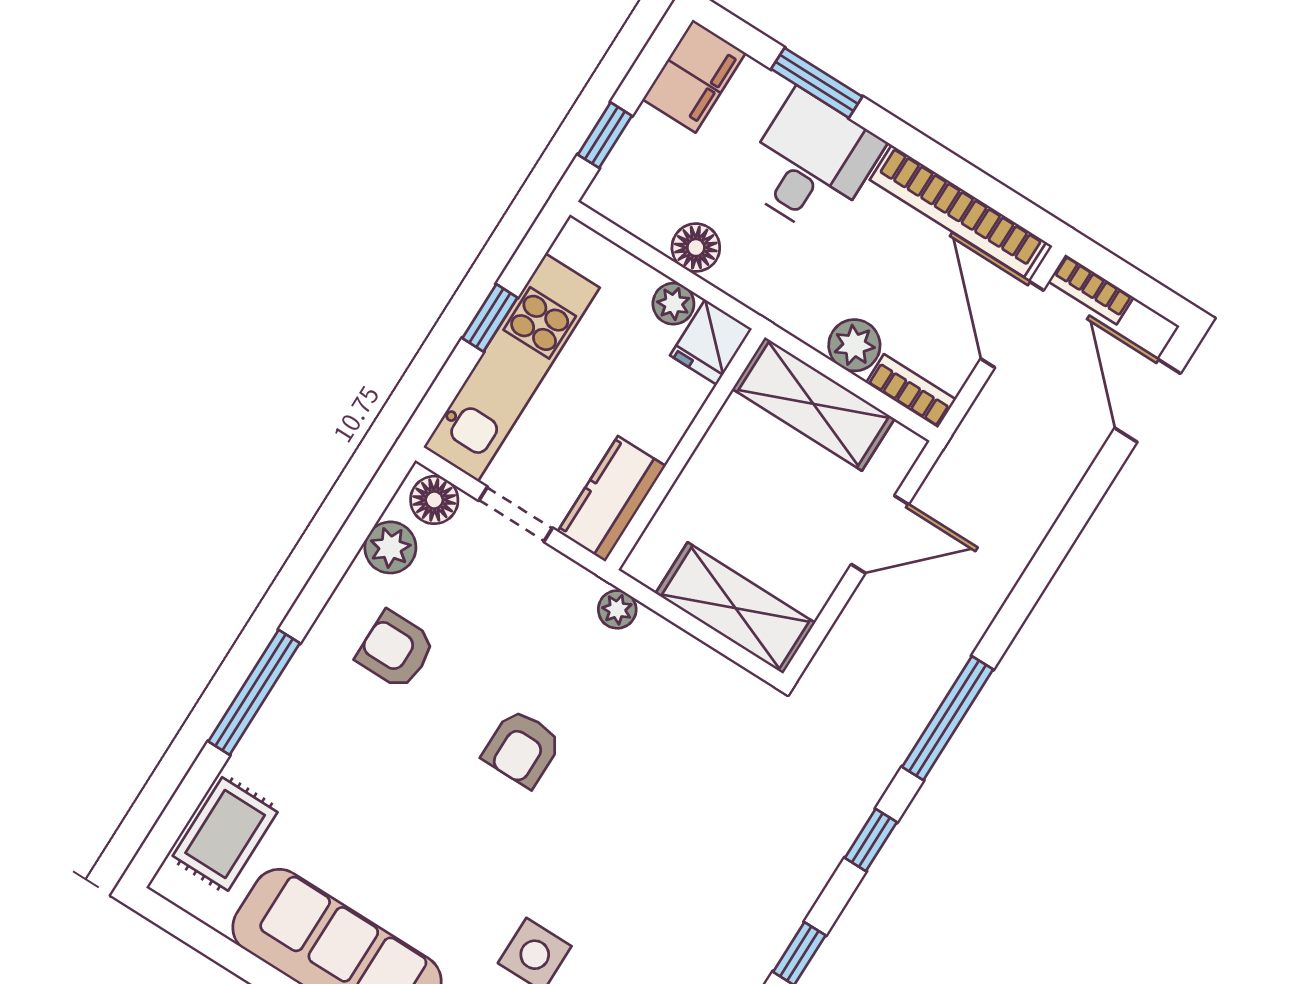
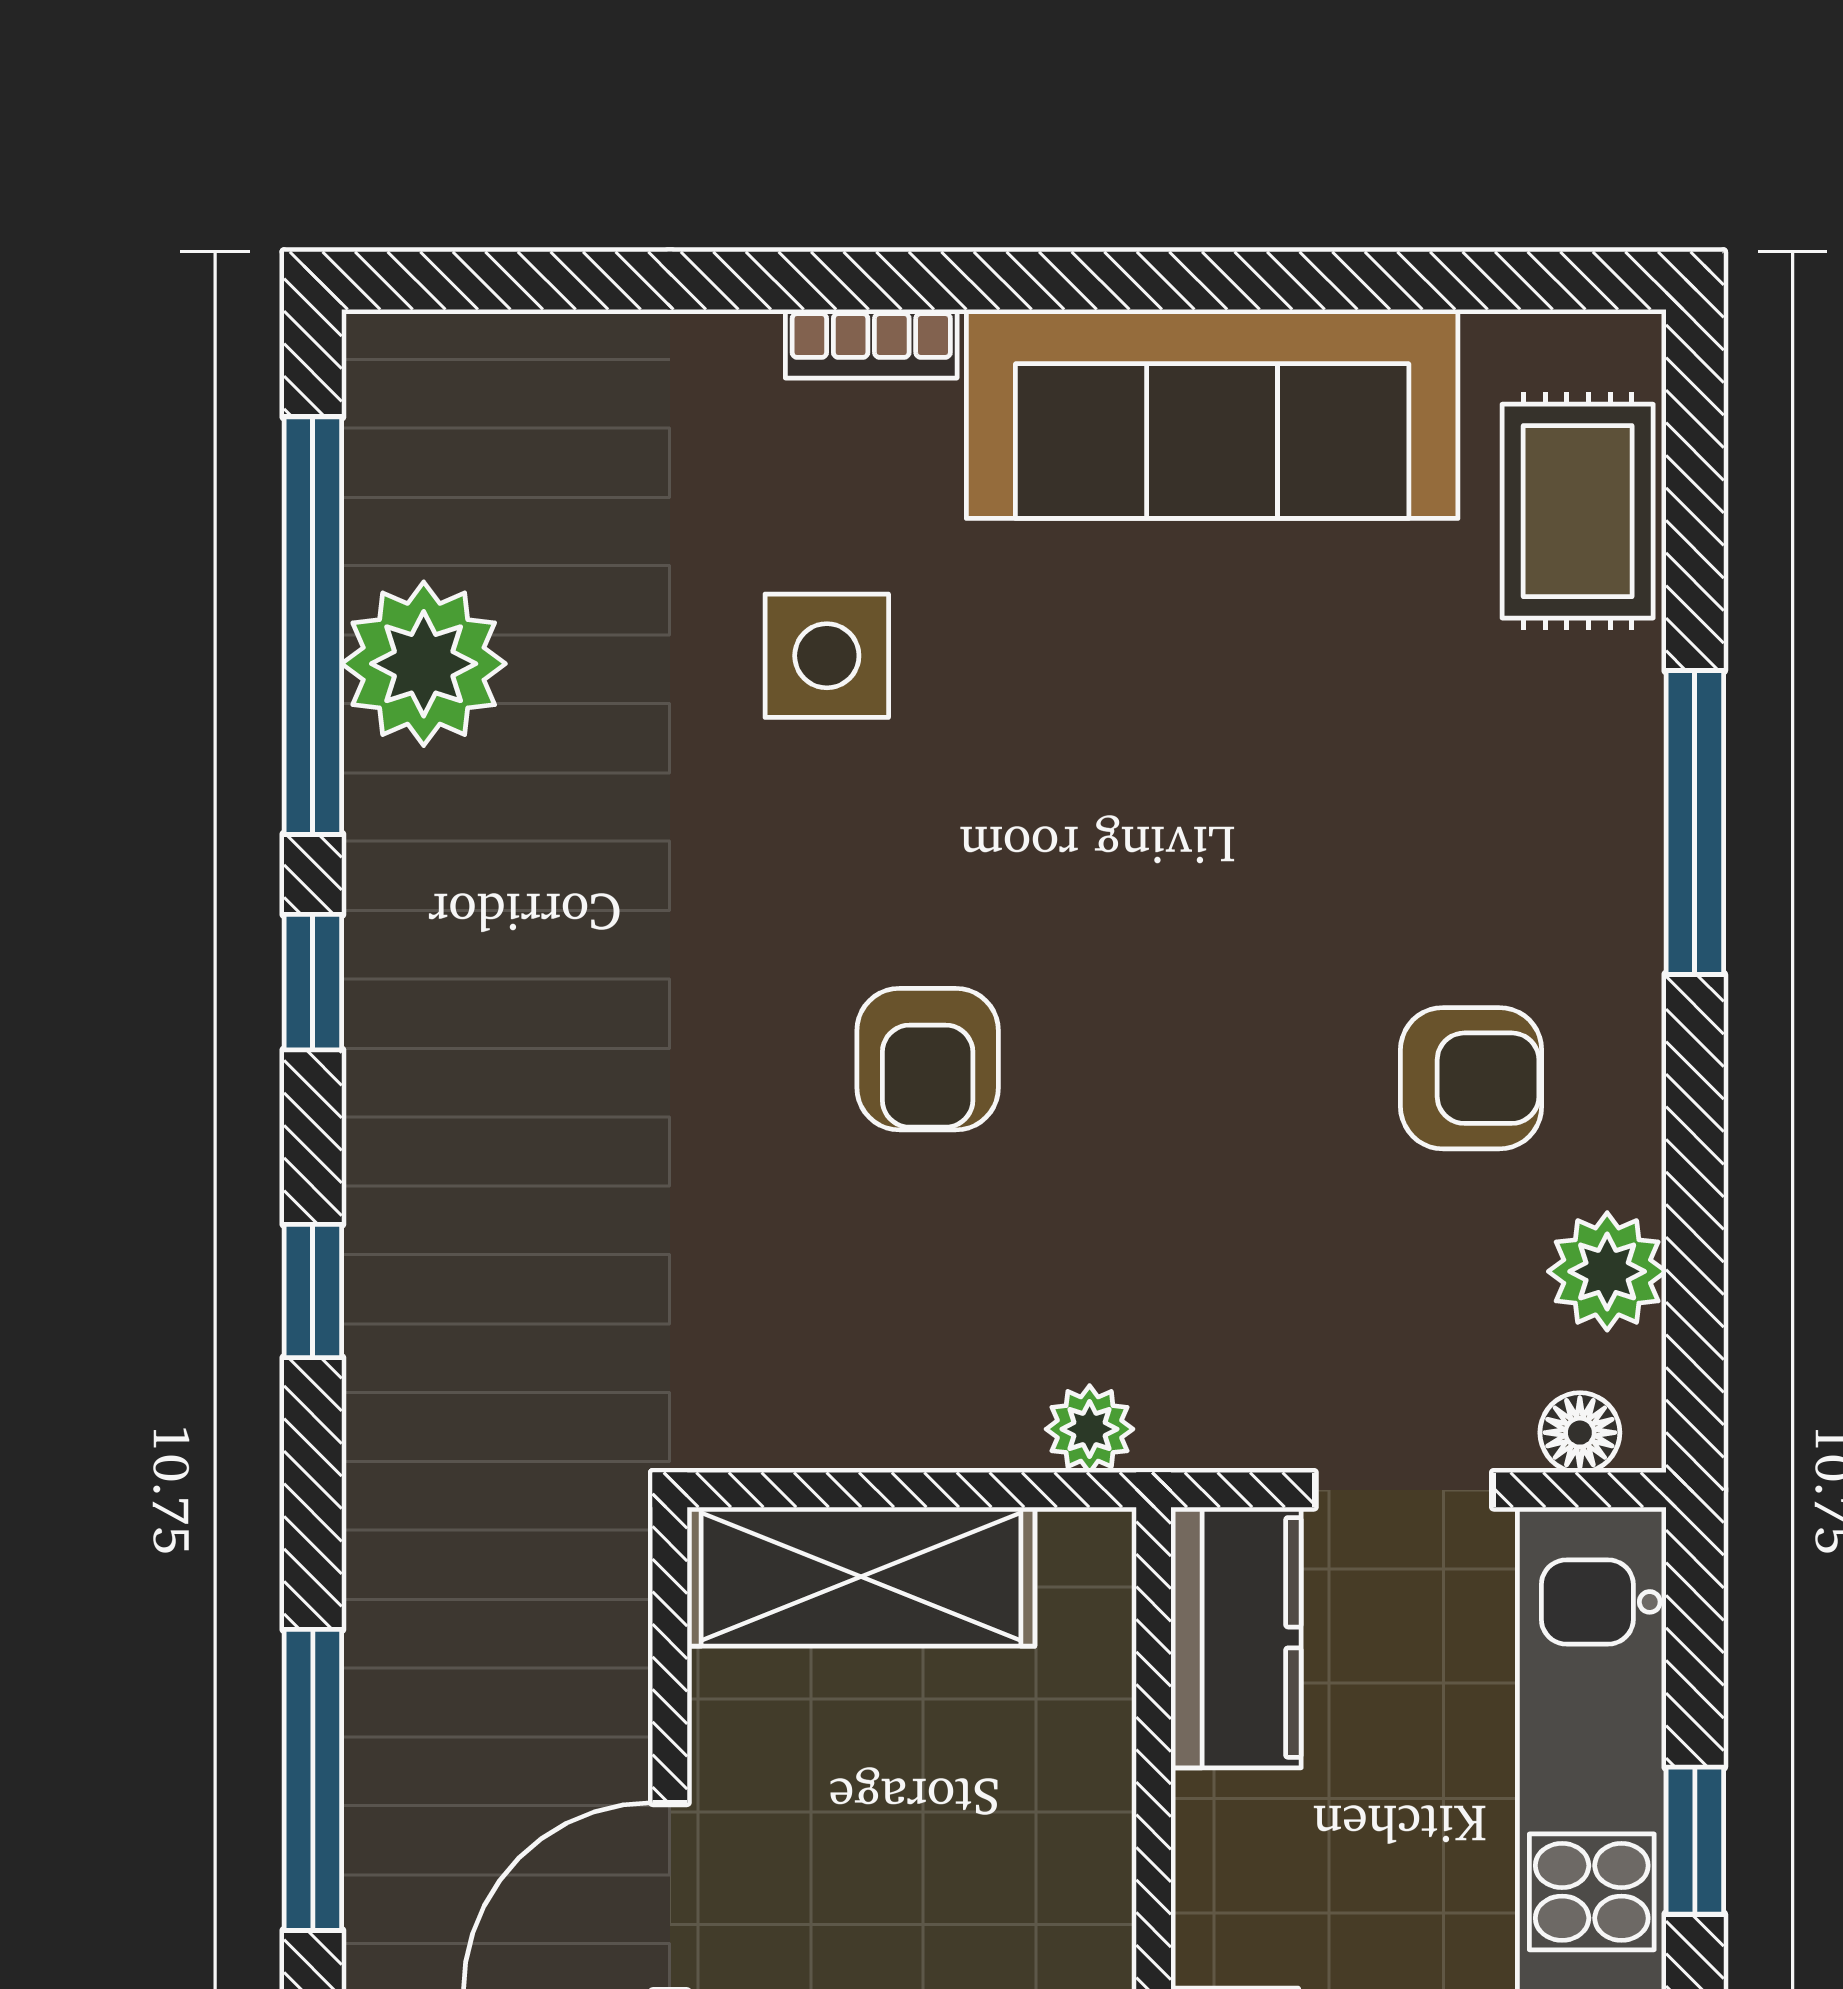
floor lamp: (434, 500) -> (1580, 1433), width x0.73, depth x0.73
window: (948, 718) -> (313, 1780), moved
armchair: (522, 748) -> (928, 1059), moved, turned 180

